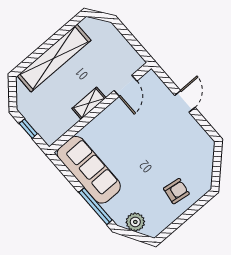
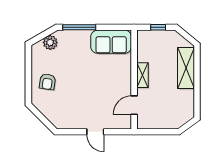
shelving: (54, 58) -> (186, 68), width x0.68
door: (125, 86) -> (134, 105), hinge flipped
sofa: (89, 170) -> (111, 42), width x0.73

